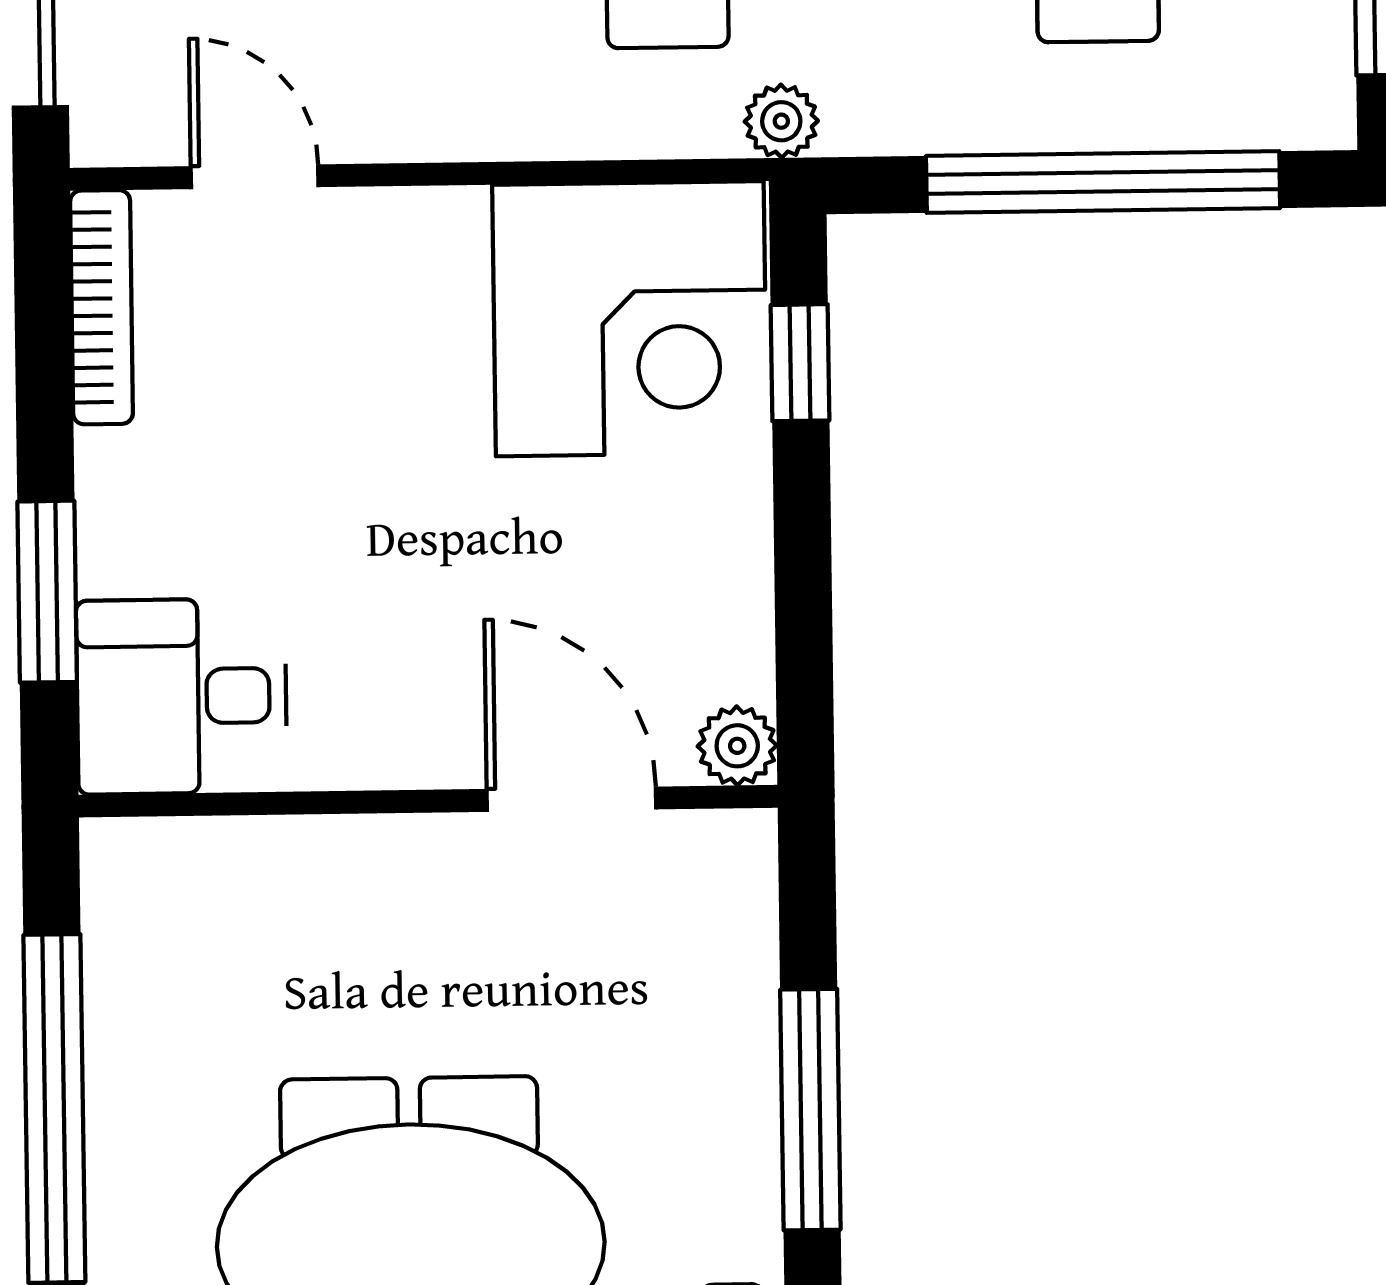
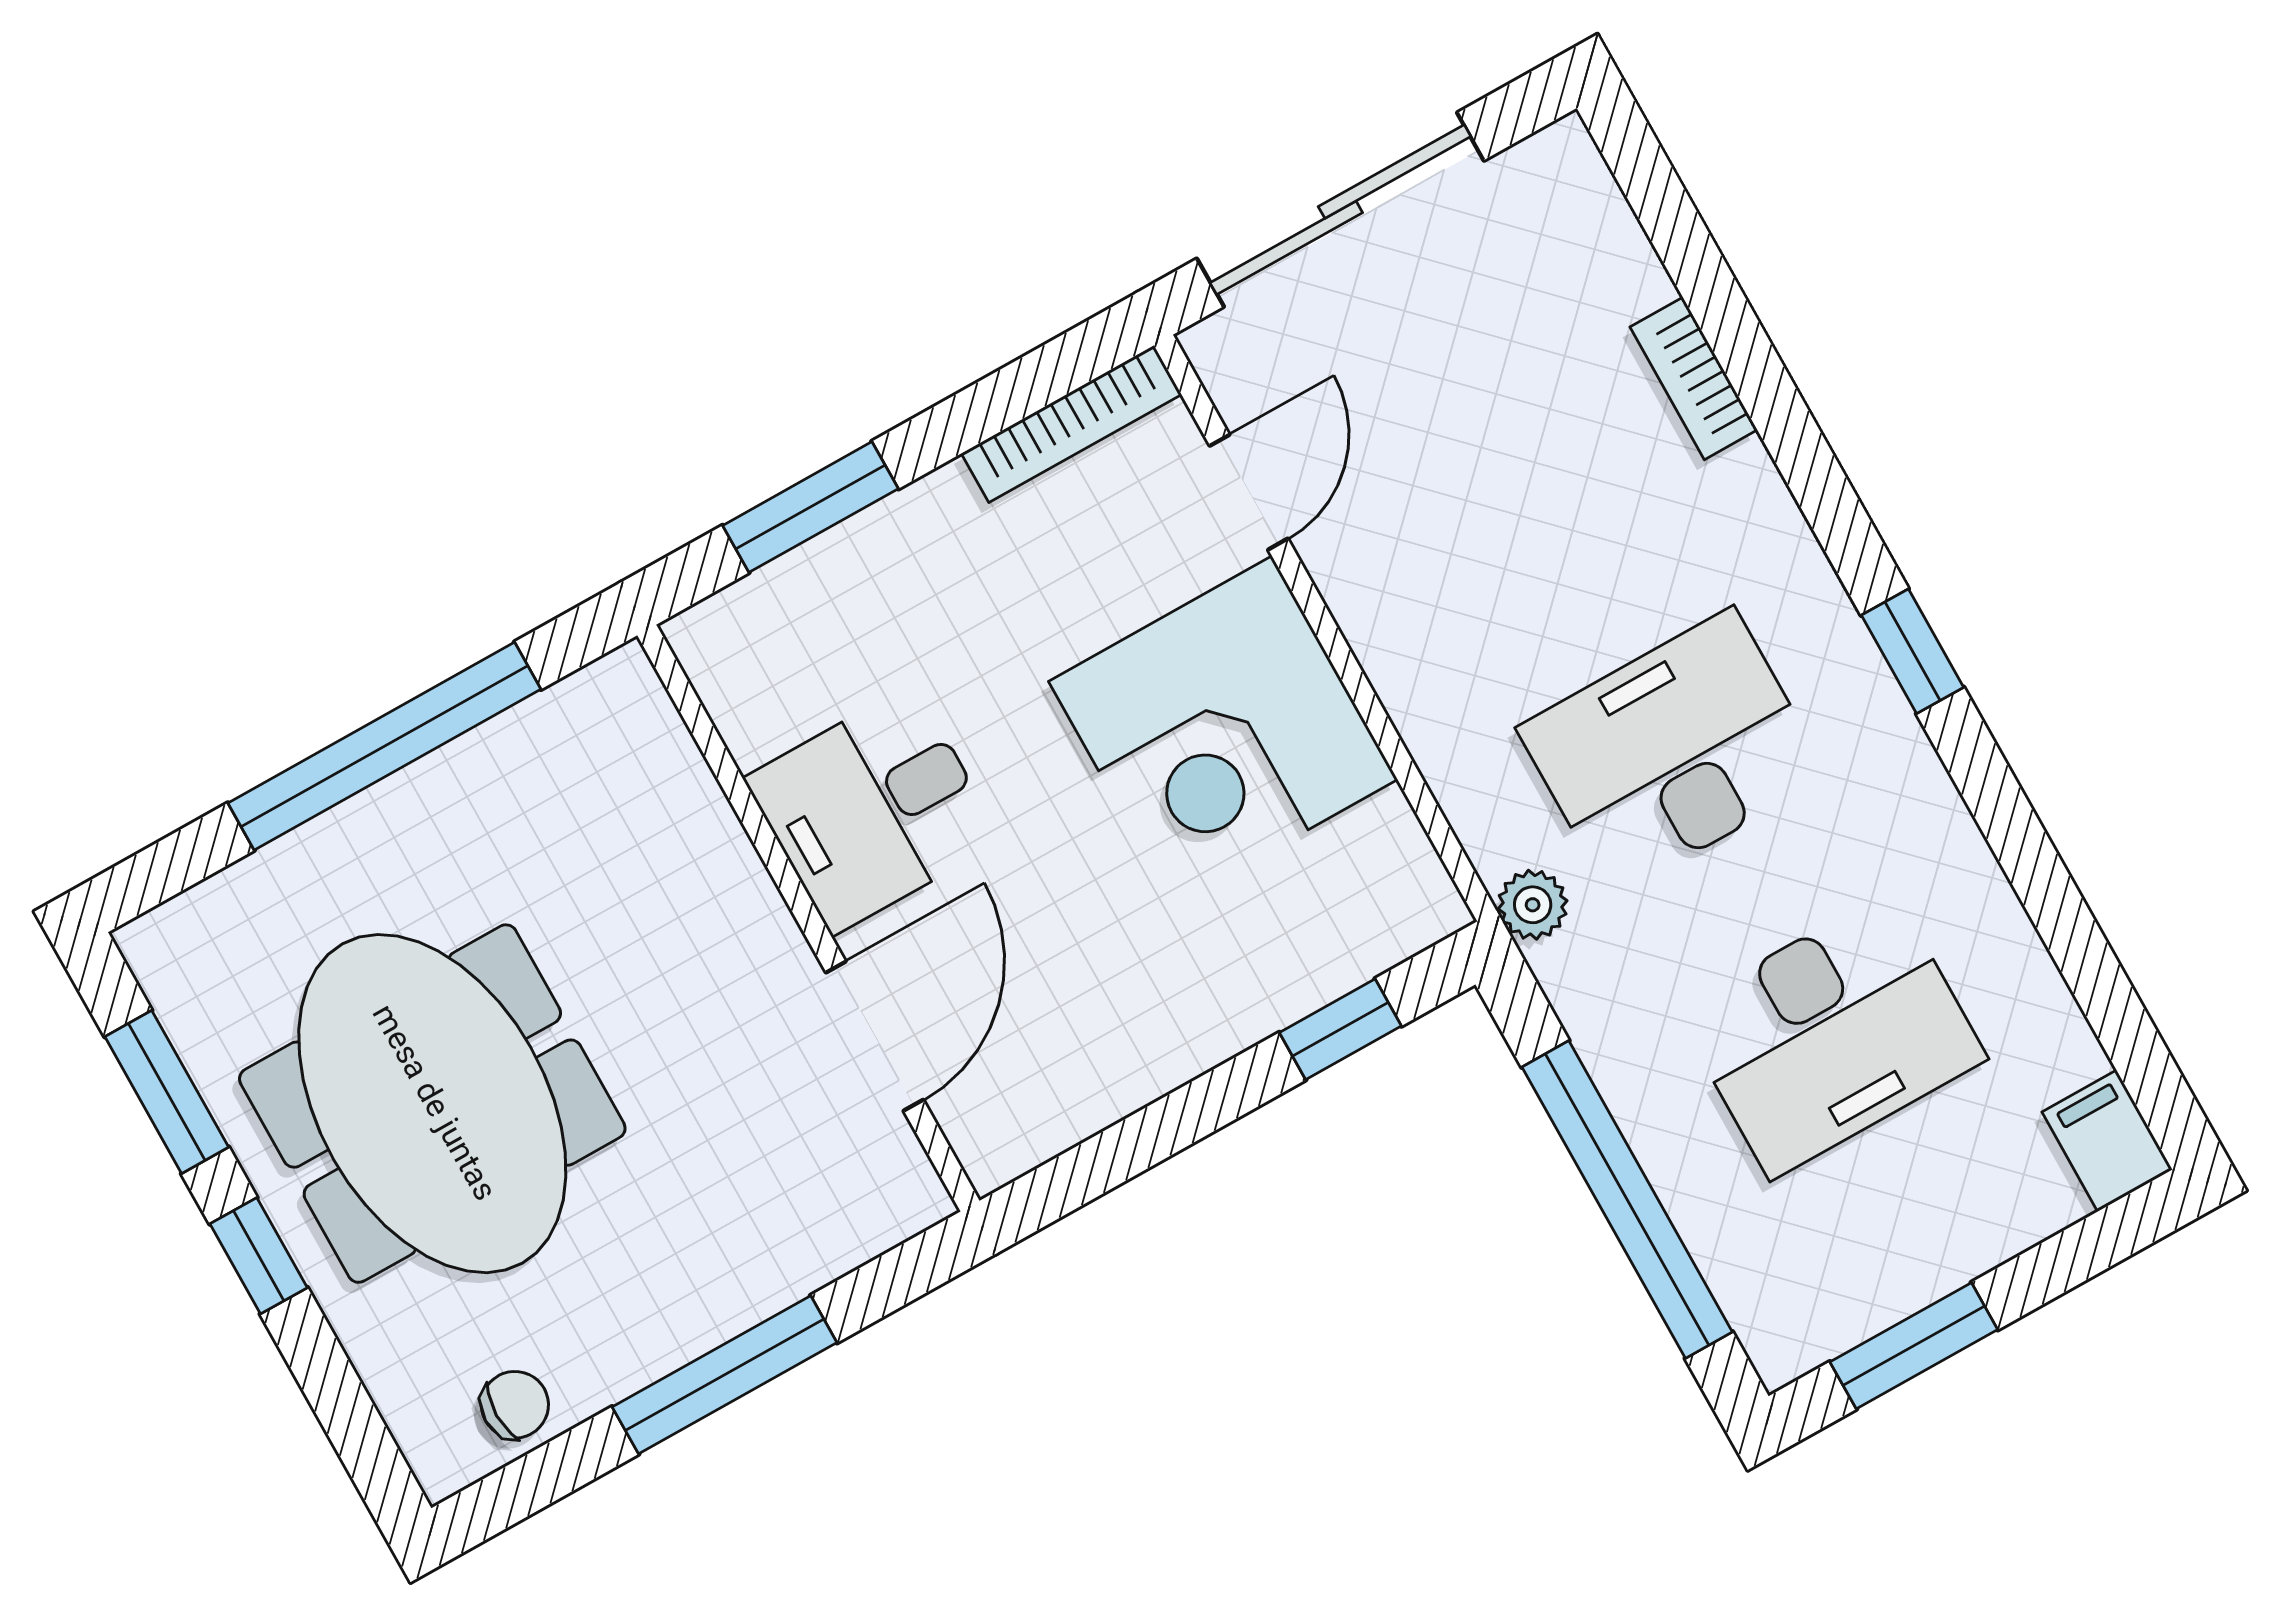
corner desk: (630, 319) -> (1223, 730), moved
desk: (182, 696) -> (873, 809), moved, turned -90
plant: (737, 746) -> (994, 1150), removed

